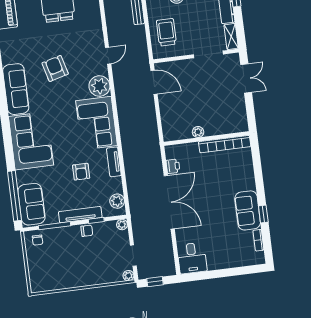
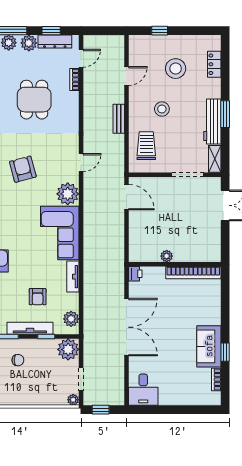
printer: (173, 166) -> (135, 274), moved
armchair: (81, 172) -> (38, 297), moved
plant: (122, 225) -> (68, 349), width x1.87, depth x1.87
chair: (87, 231) -> (18, 360), moved

